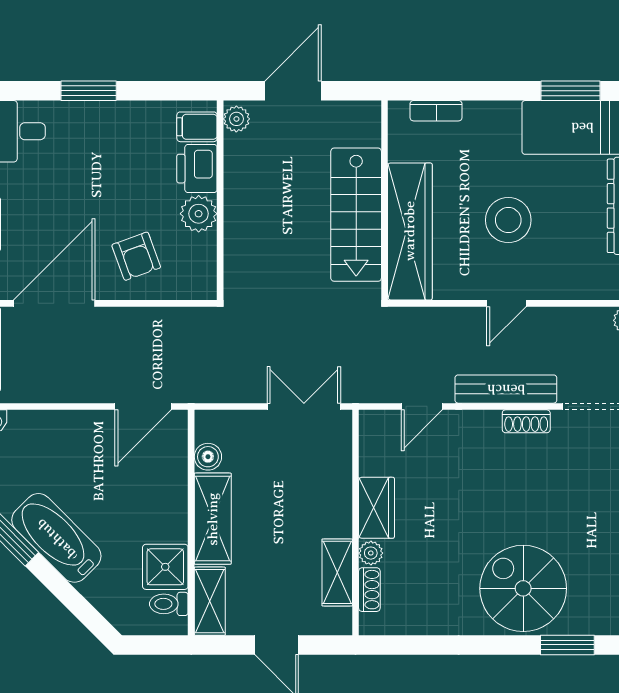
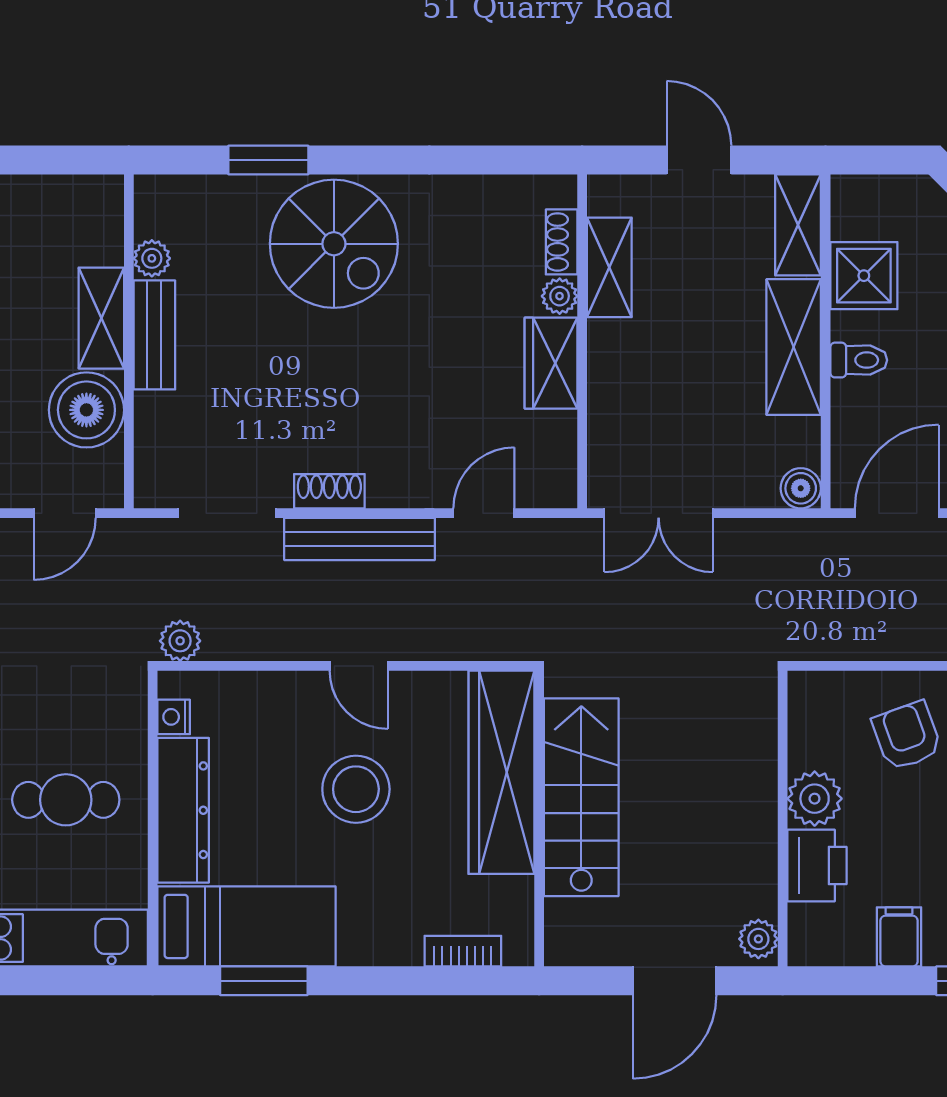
filing cabinet: (197, 127) -> (899, 937), moved, turned -90
door: (506, 303) -> (359, 666), swing flipped
boiler: (208, 457) -> (801, 488), moved
toilet: (169, 604) -> (859, 360), moved

